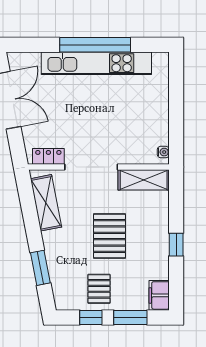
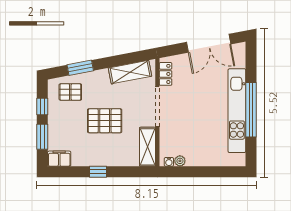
plant: (162, 138) -> (180, 161), added
pallet: (99, 289) -> (70, 92), moved

